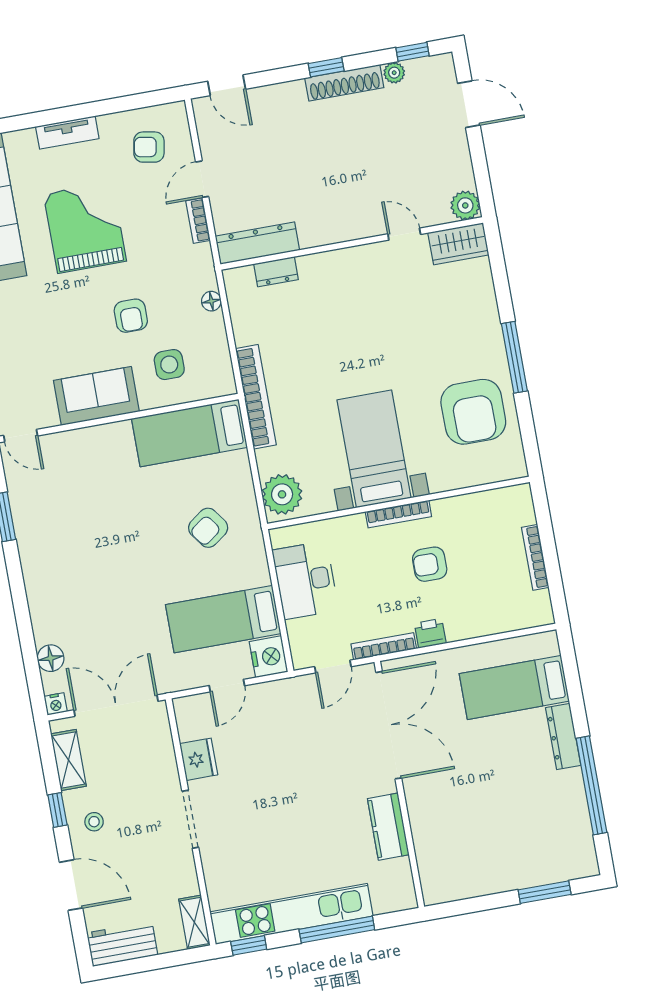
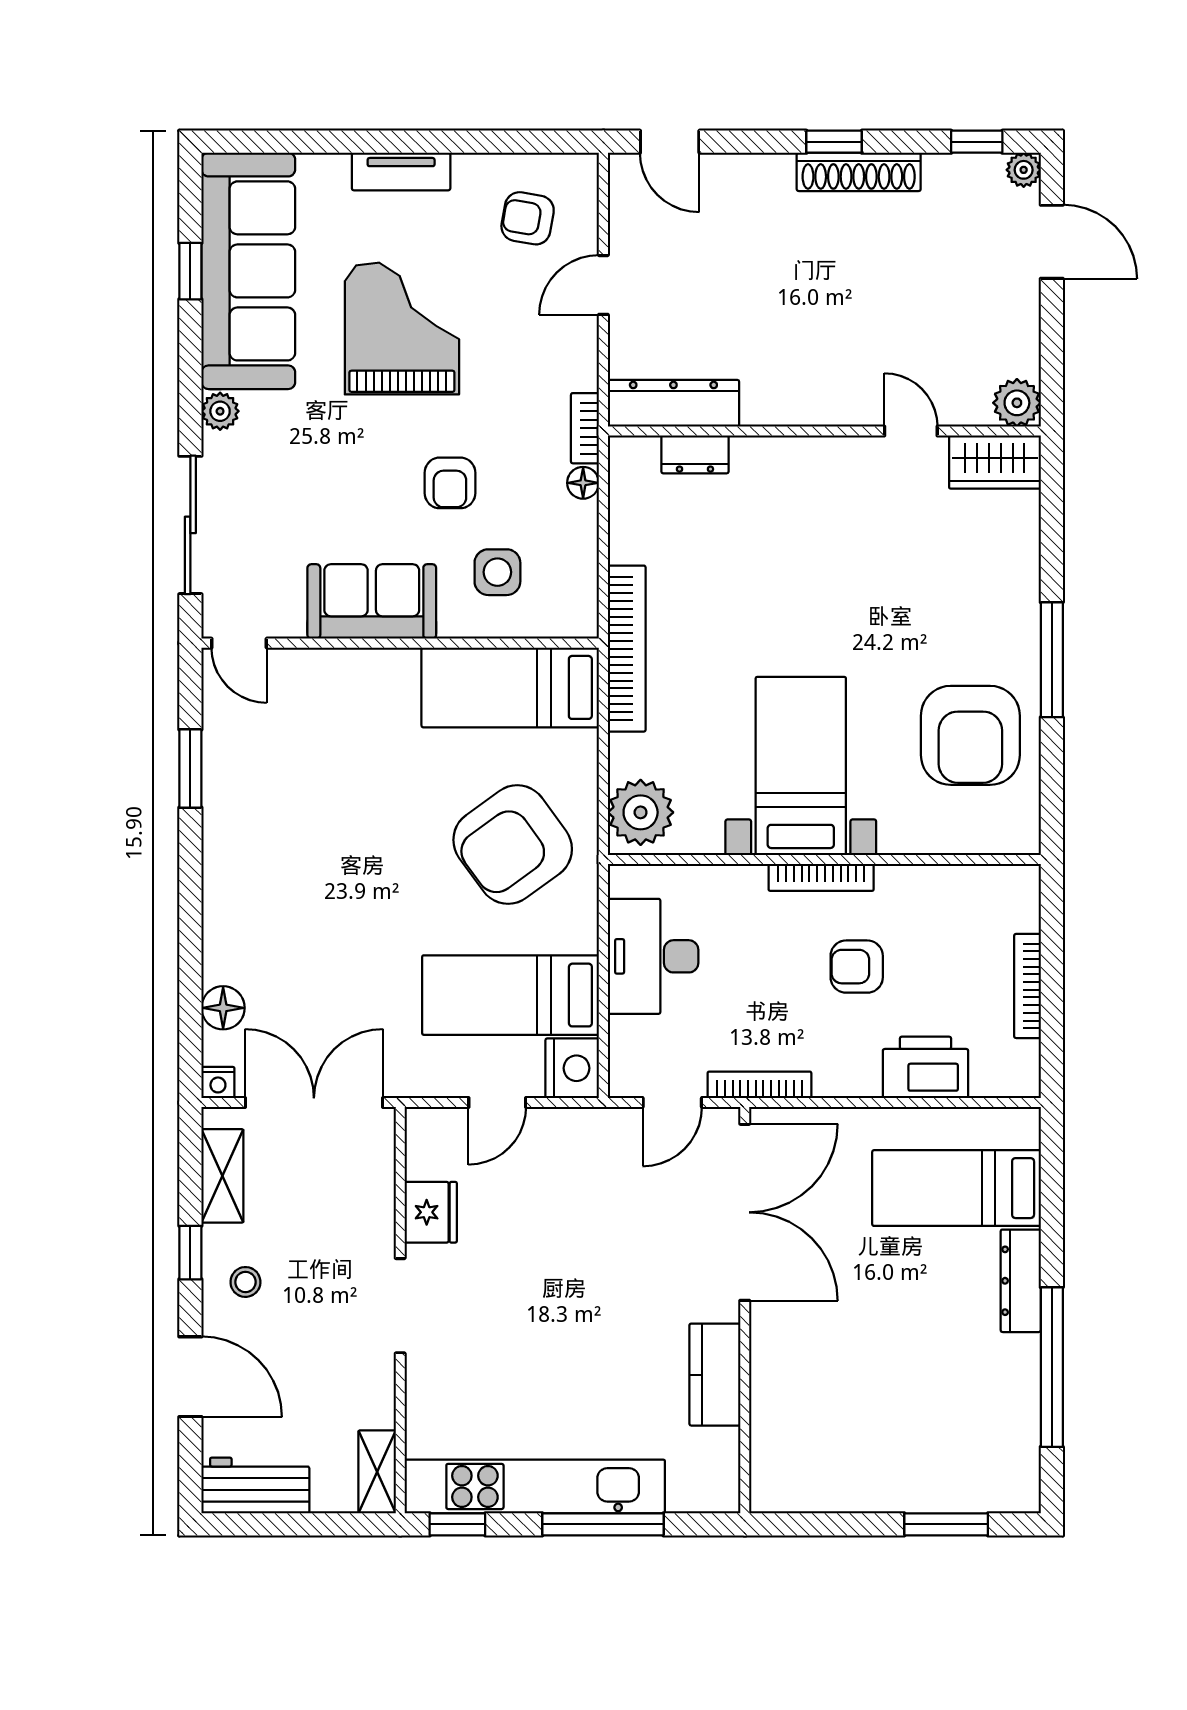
plant: (394, 73) -> (1024, 170), moved
bookcase: (198, 221) -> (585, 428), moved
armchair: (208, 528) -> (513, 845), width x1.88, depth x1.88
printer: (430, 633) -> (925, 1067), moved, width x1.87, depth x1.48

